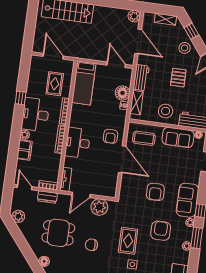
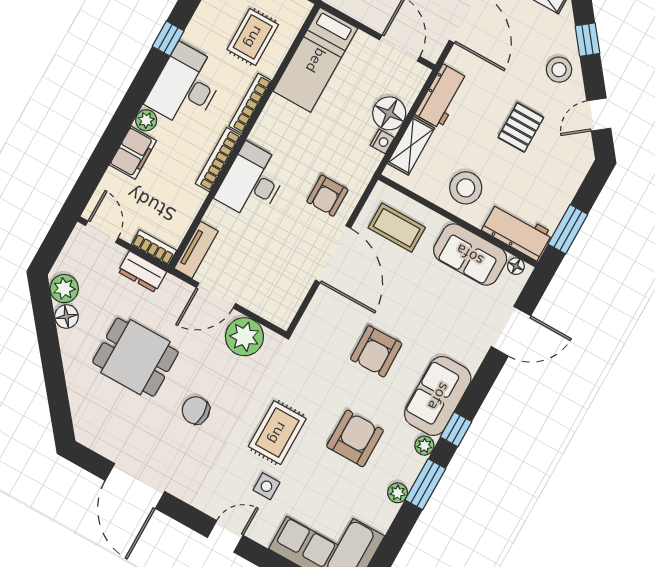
floor lamp: (44, 261) -> (66, 317), moved

